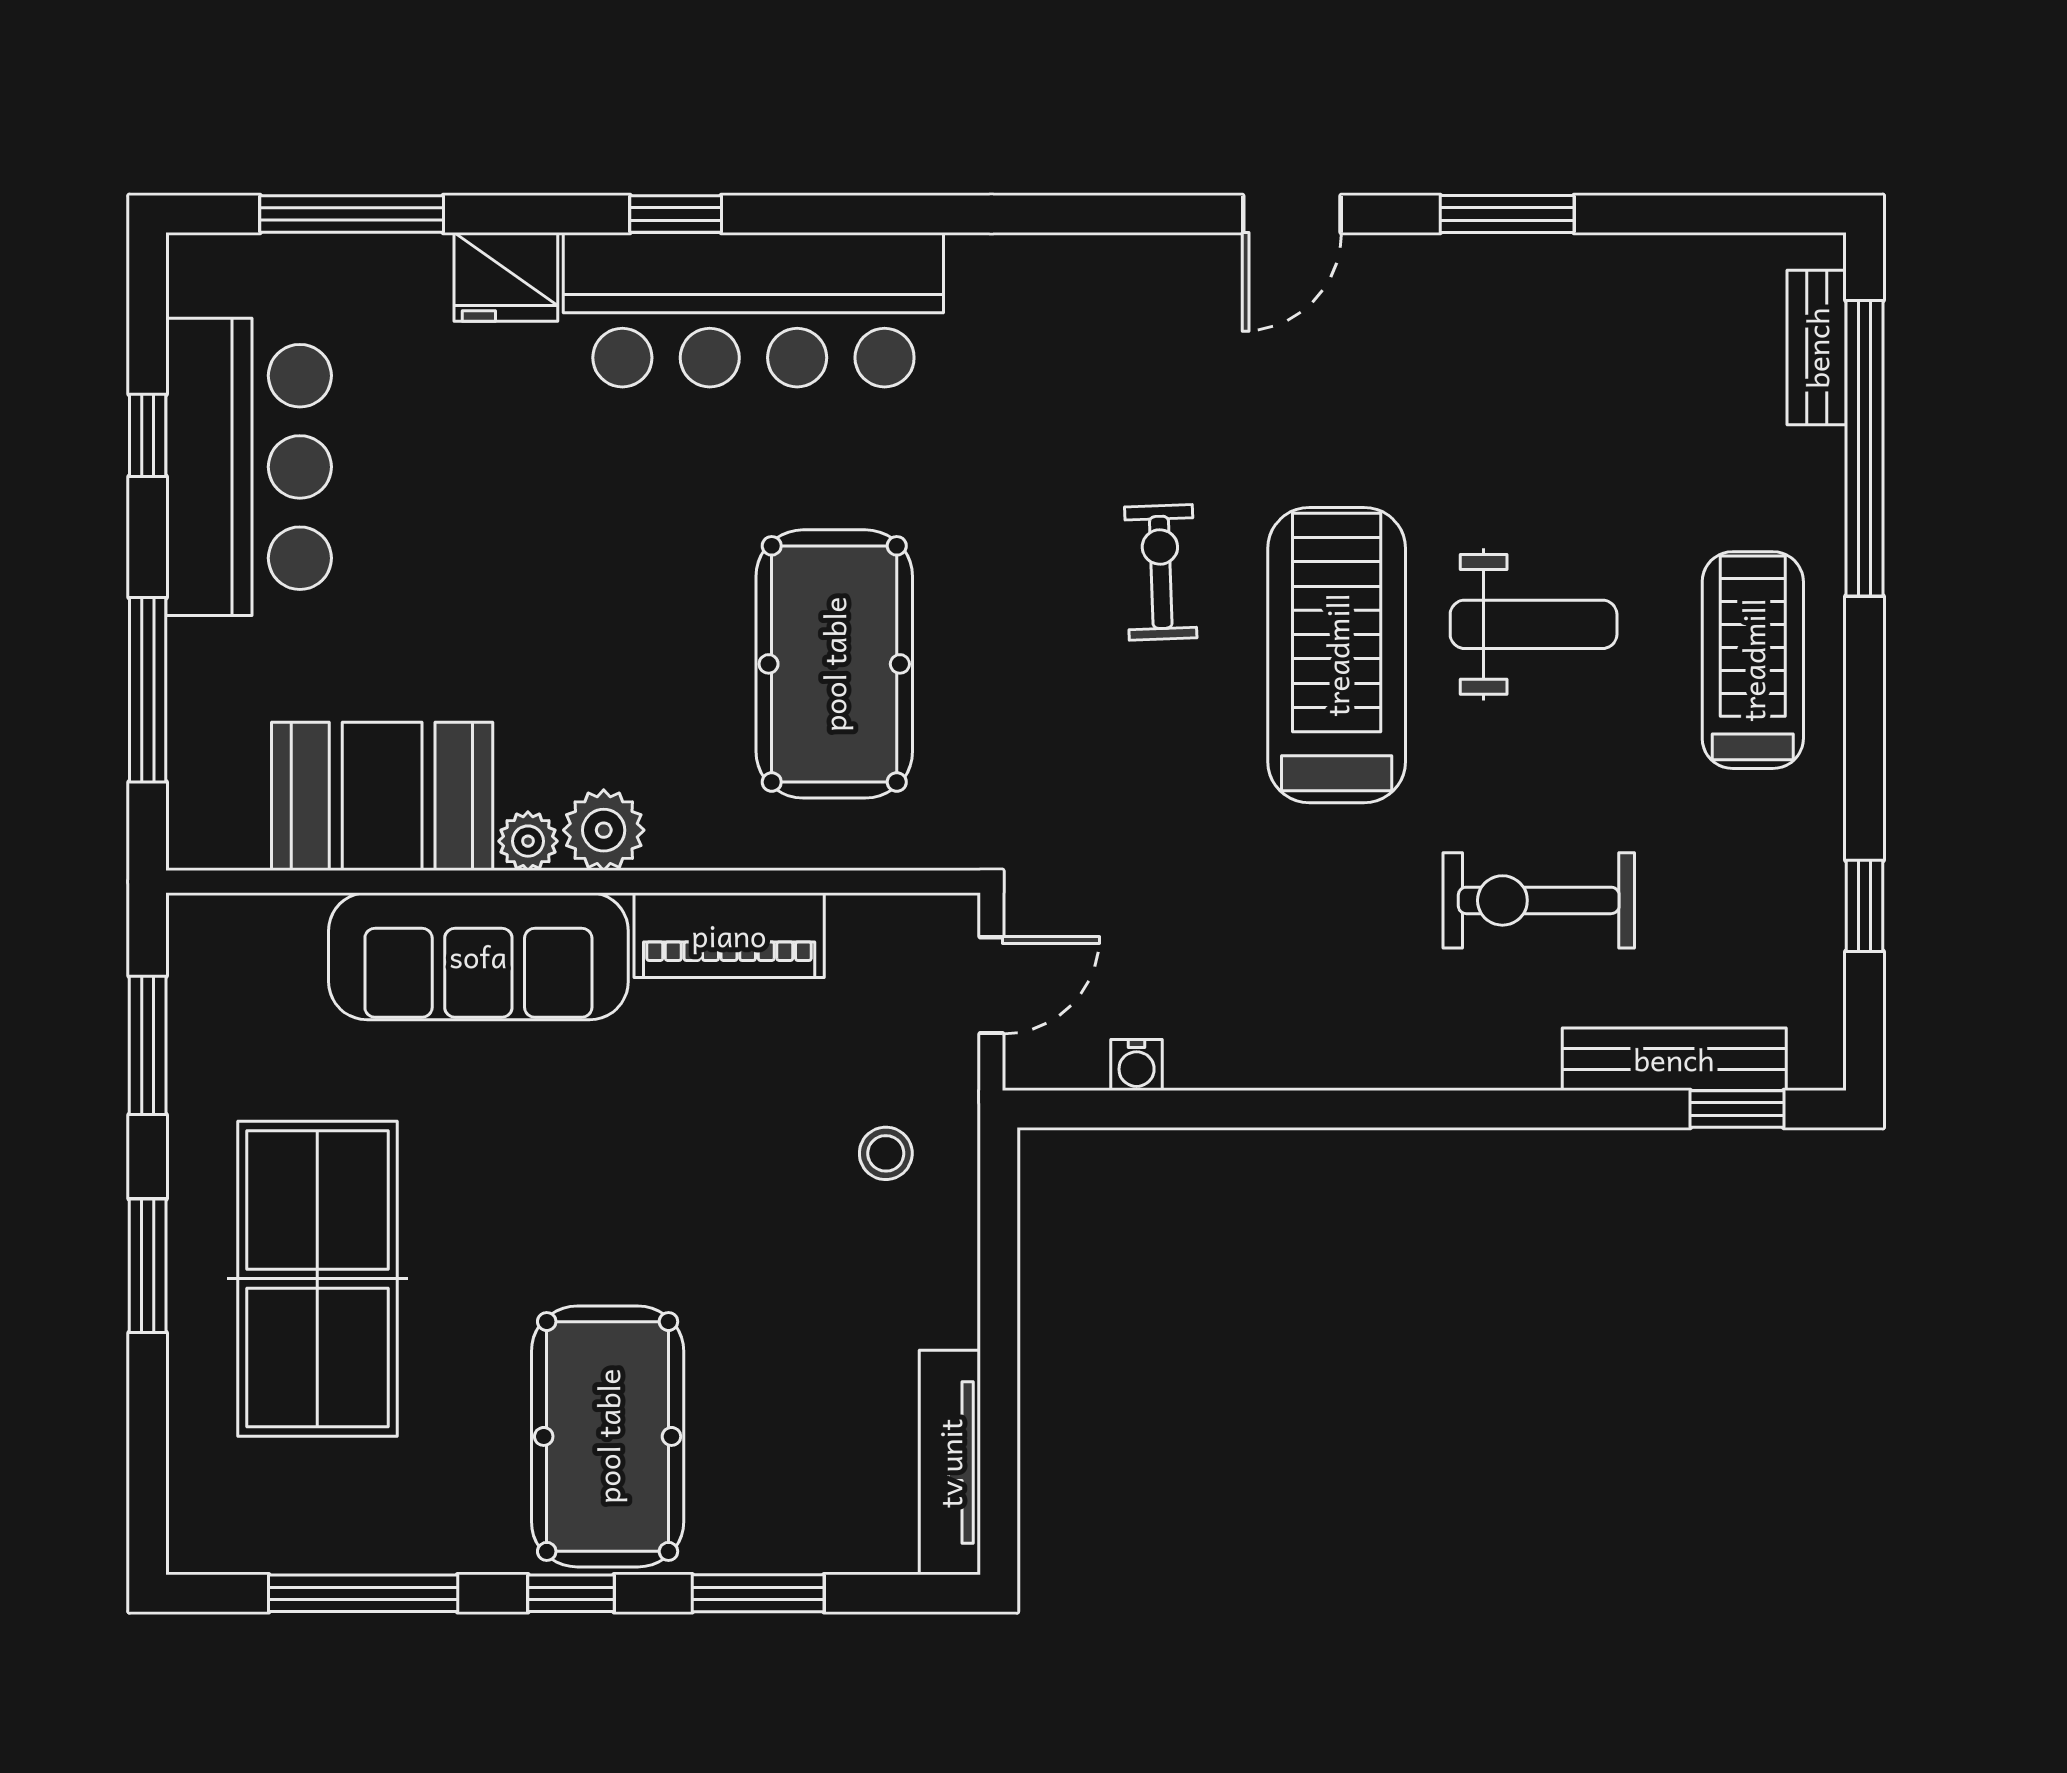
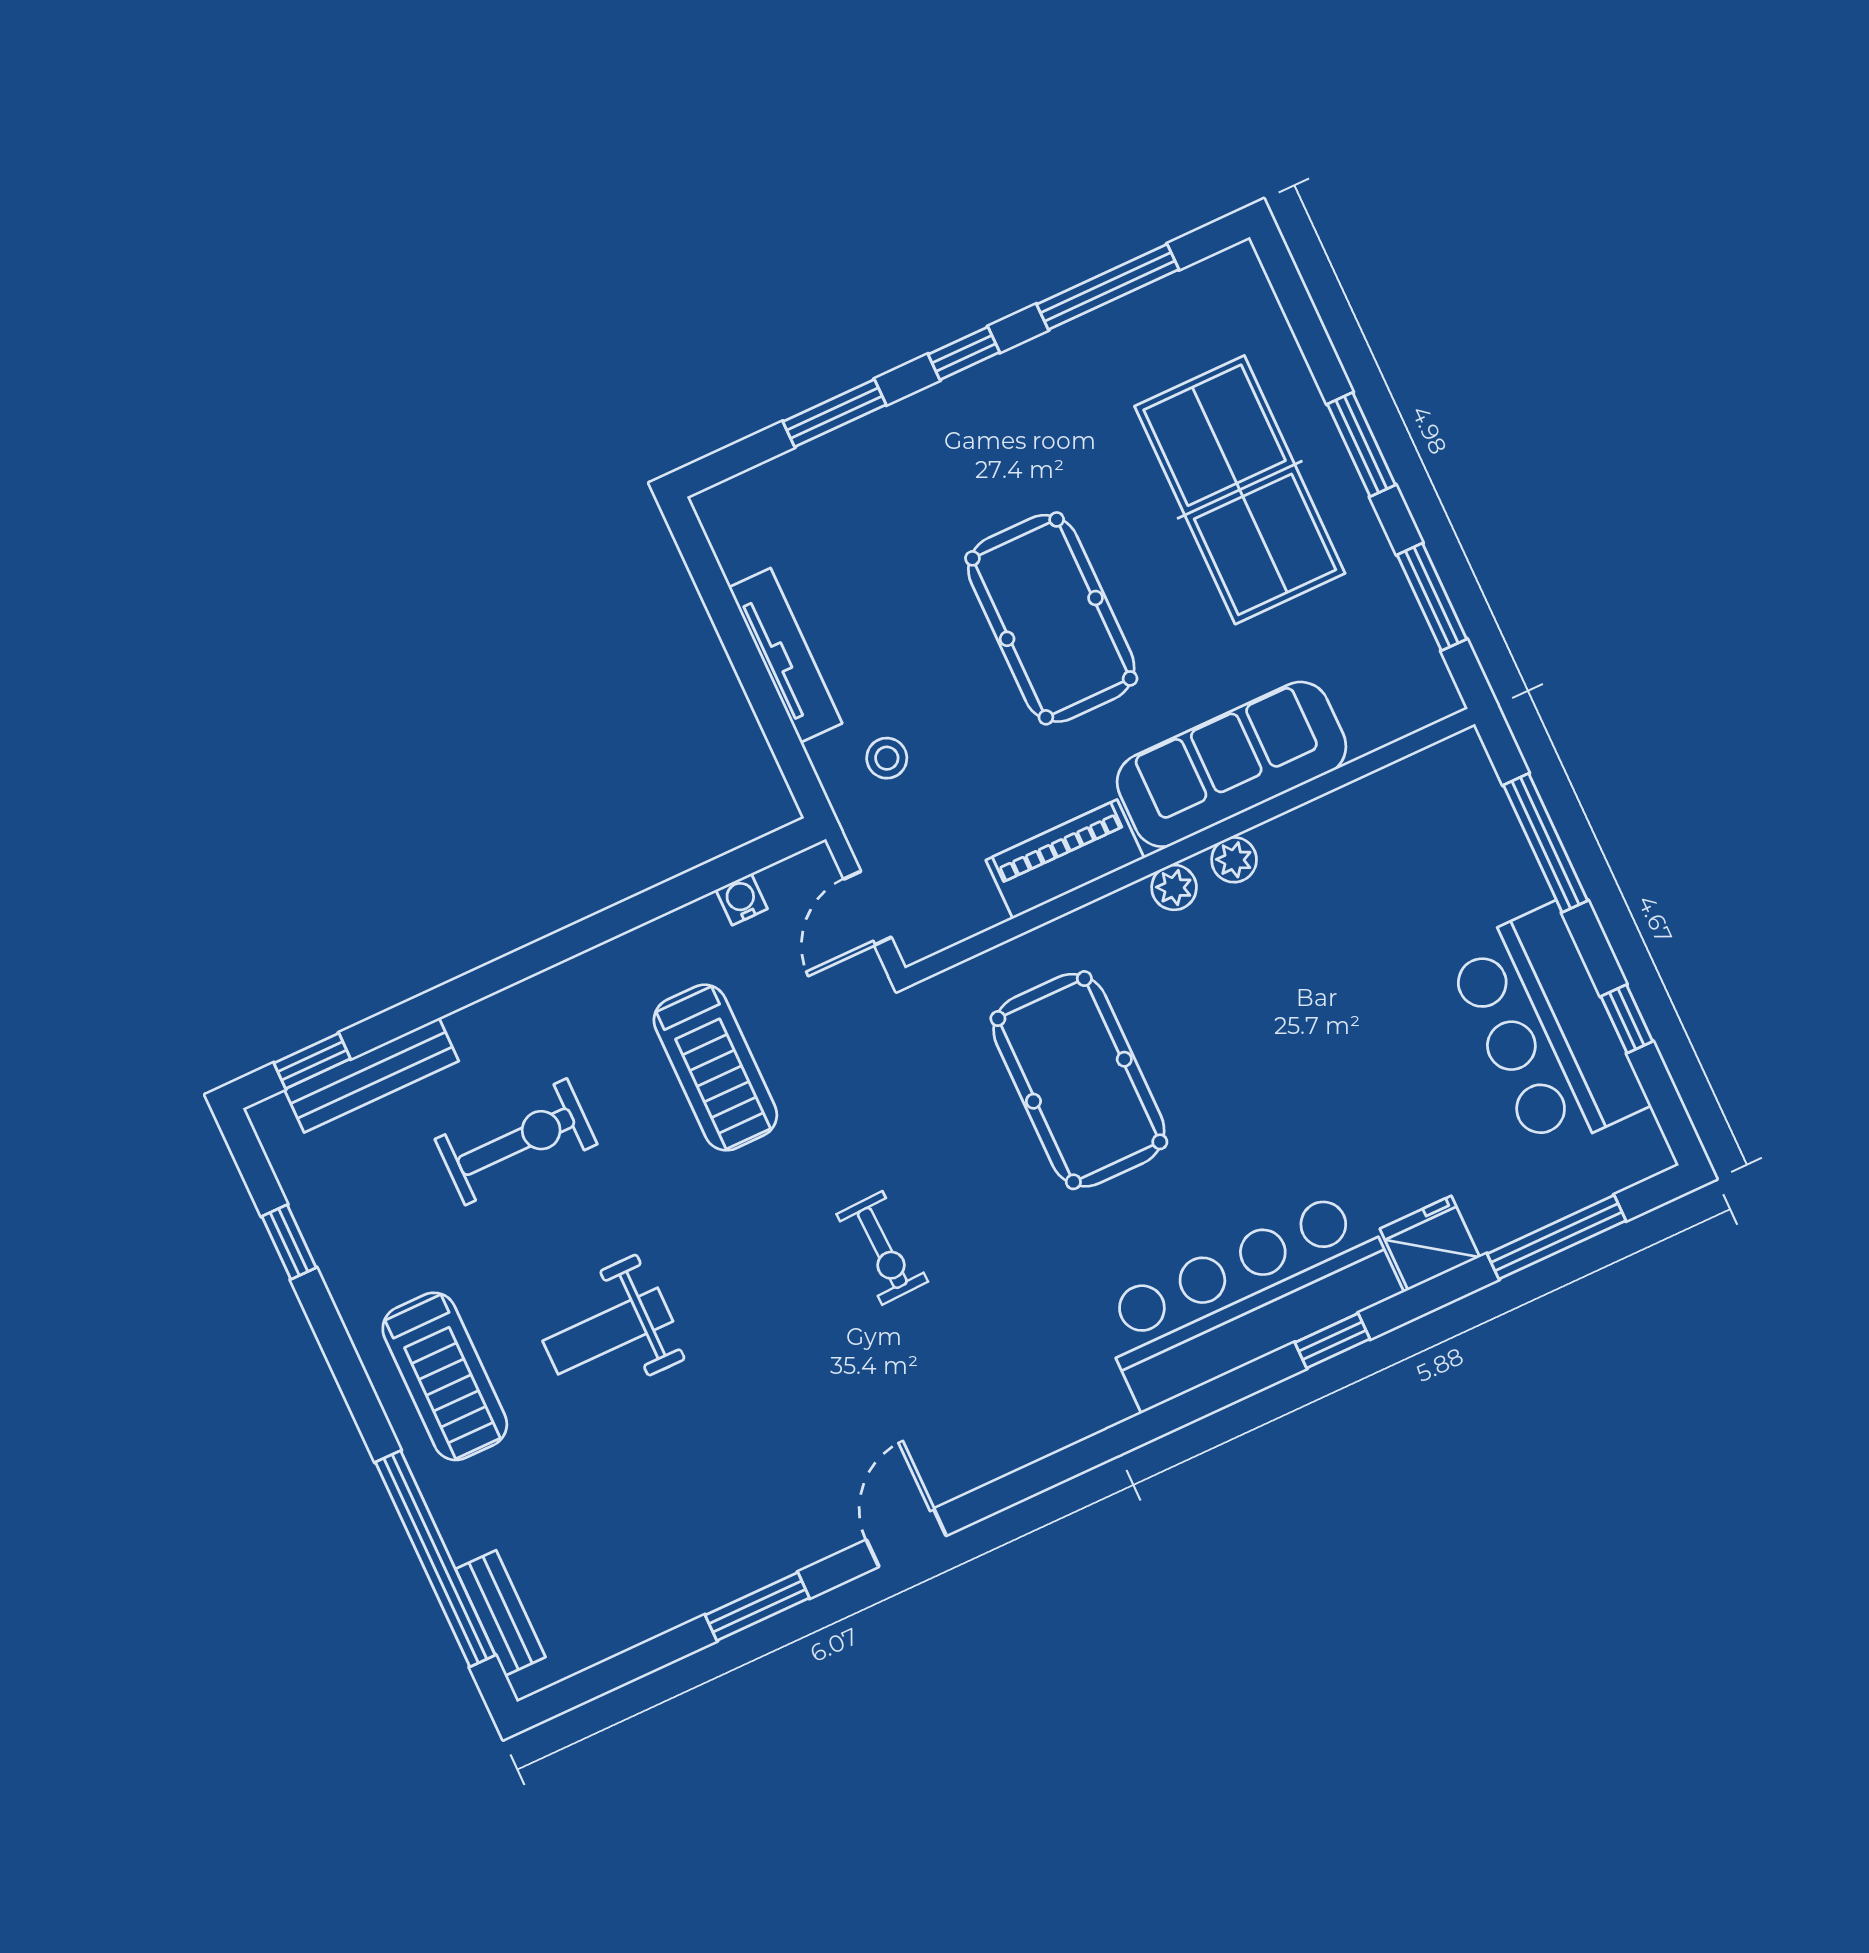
treadmill: (1337, 655) -> (715, 1068), moved, width x0.73, depth x0.73
booth: (382, 796) -> (1349, 844), removed
plant: (604, 830) -> (1174, 887), width x0.73, depth x0.73
pool table: (608, 1436) -> (1051, 618), moved
tv unit: (950, 1463) -> (785, 655), moved

